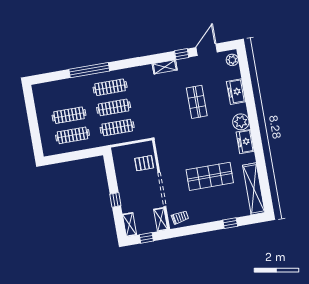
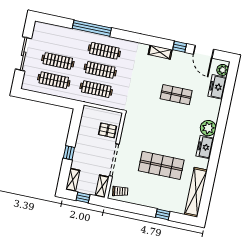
door: (207, 50) -> (203, 52), swing flipped
freezer: (236, 92) -> (217, 87), moved
shop shelf: (197, 102) -> (176, 95), turned 90
sliding door: (33, 121) -> (24, 54), added

